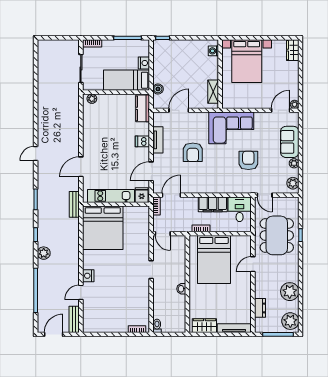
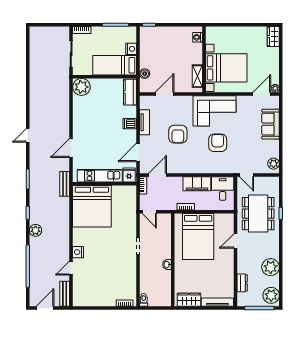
bed with nightstands: (247, 61) -> (226, 68), moved, turned -90
plant: (92, 99) -> (82, 87), width x1.87, depth x1.87
armchair: (248, 160) -> (218, 143), moved
plant: (294, 163) -> (275, 145), removed

